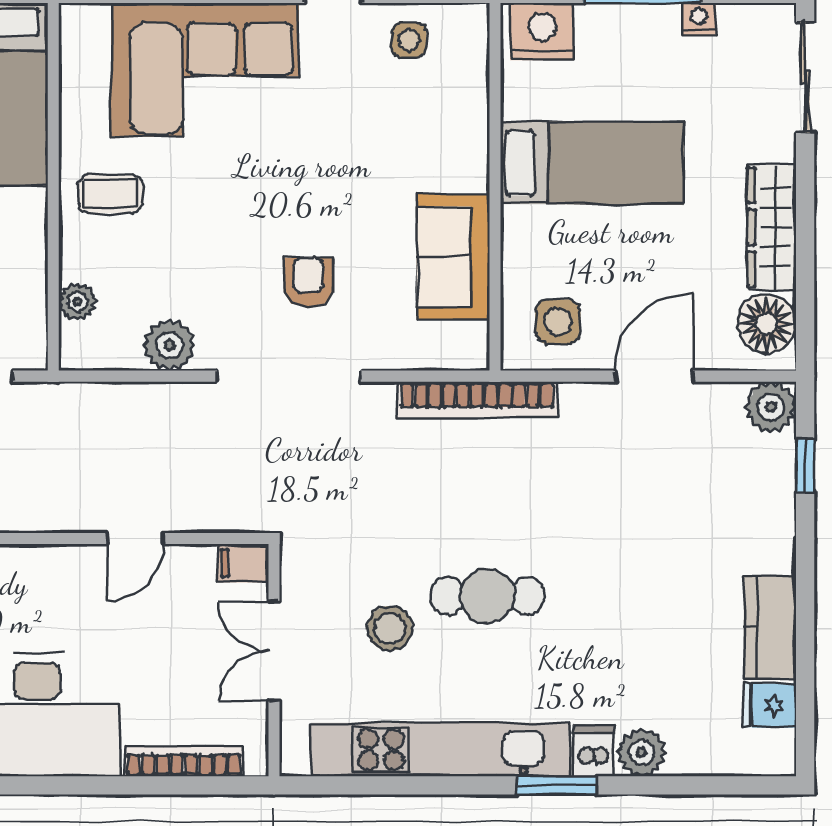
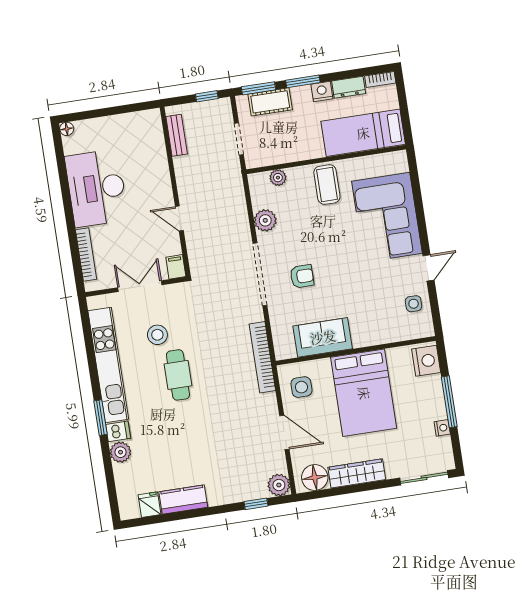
bed: (592, 163) -> (364, 393), width x1.50
coffee table: (110, 194) -> (327, 185), width x1.36, depth x1.30

